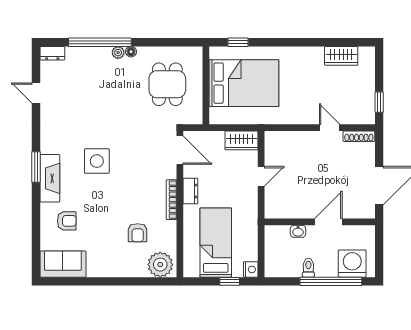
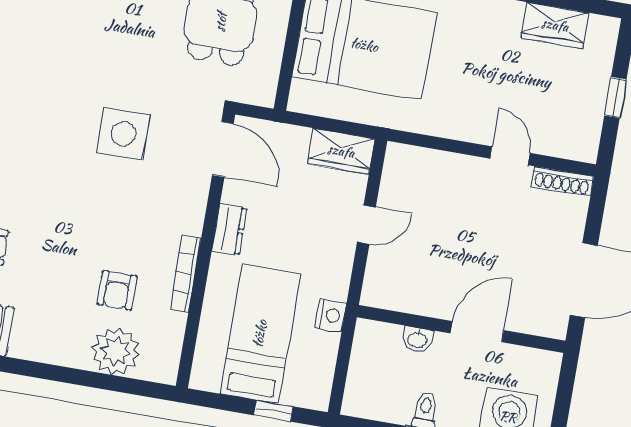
window: (379, 102) -> (615, 97), moved
side table: (97, 161) -> (123, 134), moved
bookcase: (172, 200) -> (185, 274), moved
plant: (160, 265) -> (116, 351), moved
nightstand: (251, 269) -> (331, 315), moved

